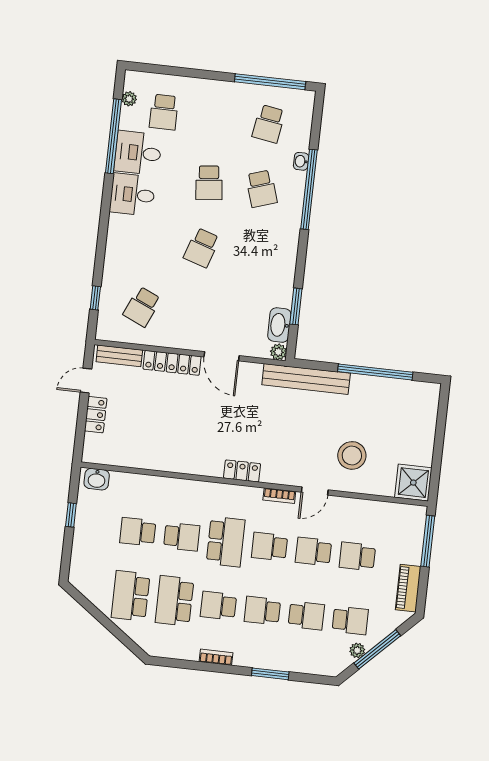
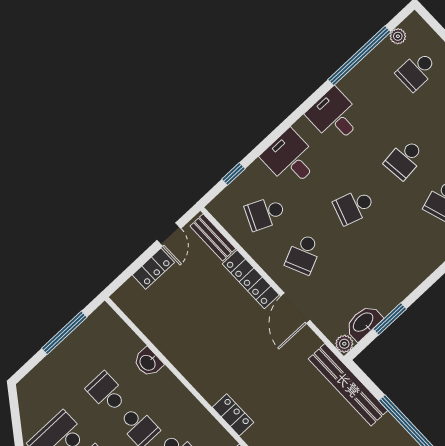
desk: (138, 153) -> (290, 159), moved
school desk: (194, 313) -> (303, 254), added
door: (86, 381) -> (169, 234), swing flipped
washbasin: (97, 479) -> (148, 362), moved
window: (71, 515) -> (64, 333), width x2.17

